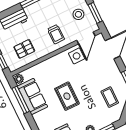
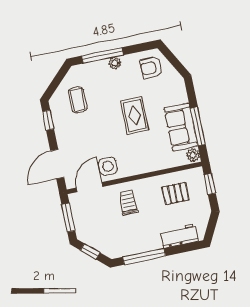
stool: (78, 14) -> (91, 221), removed

